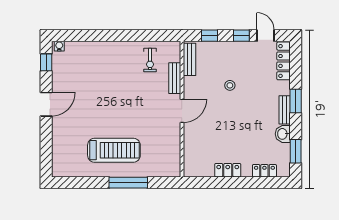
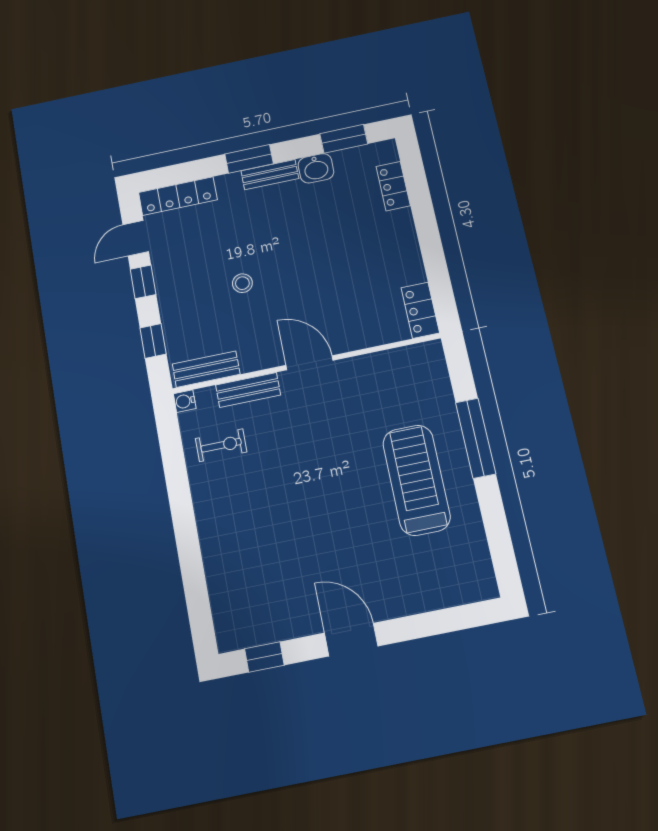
water cooler: (59, 46) -> (185, 401), moved
locker: (228, 170) -> (420, 310), moved

